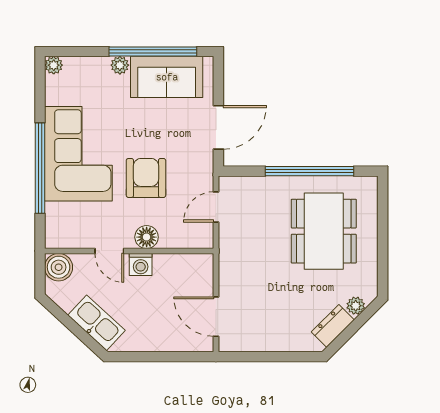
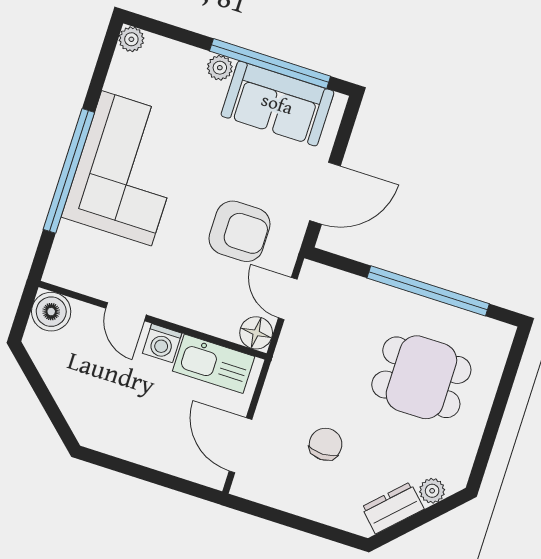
armchair: (146, 178) -> (240, 231), moved, turned 90
door: (216, 207) -> (288, 299), hinge flipped
dining table: (324, 231) -> (421, 377), width x0.73
floor lamp: (147, 237) -> (256, 333), moved
chair: (273, 297) -> (326, 444), added
kitchen sink: (97, 323) -> (214, 364), moved, turned 137

